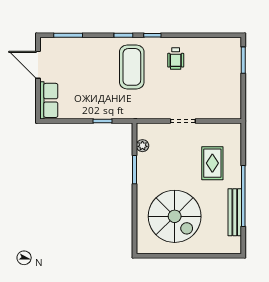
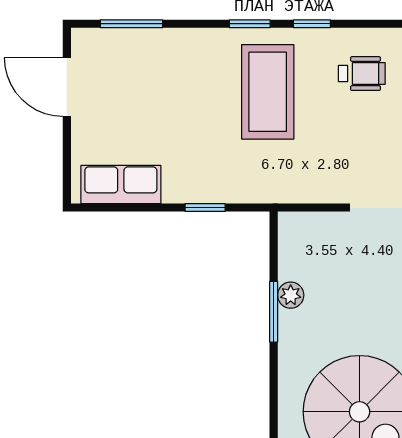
wheelchair: (176, 58) -> (362, 74), turned -90
row of seats: (49, 100) -> (121, 184), moved, turned -90
plant: (142, 146) -> (291, 295), moved

